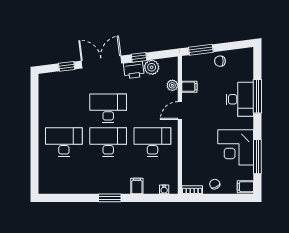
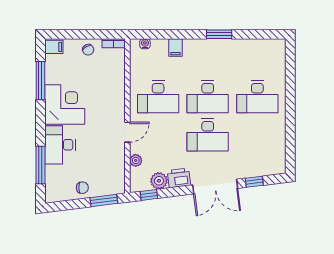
window: (139, 57) -> (149, 195), moved
filing cabinet: (189, 87) -> (117, 159), removed
window: (257, 96) -> (40, 165), moved
corner desk: (236, 147) -> (65, 104), moved
window: (110, 198) -> (219, 34), moved

